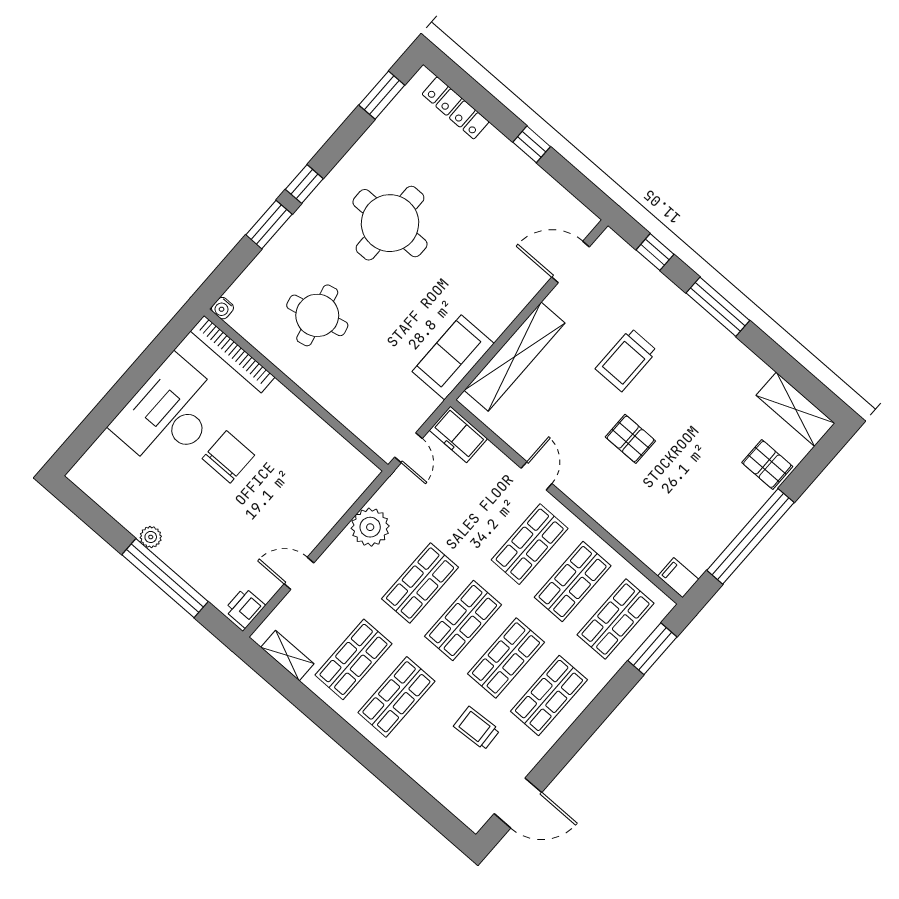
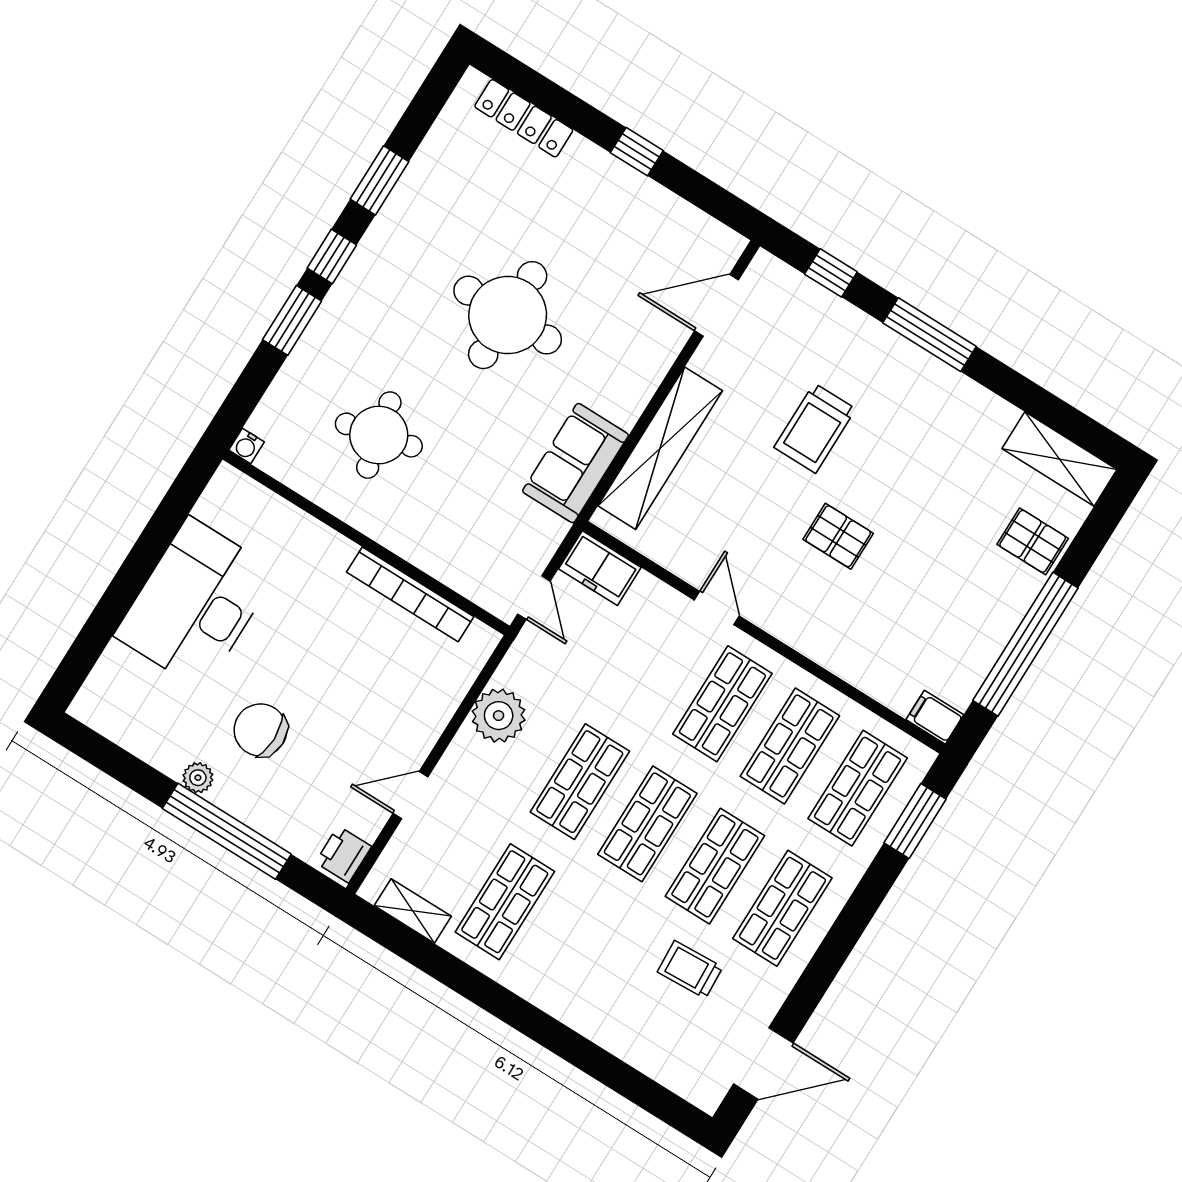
window: (382, 95) -> (379, 180), moved
round table: (390, 223) -> (508, 315), moved
bookcase: (233, 354) -> (410, 594), moved
chair: (228, 457) -> (260, 730), moved, turned -90
shop shelf: (396, 697) -> (572, 944), removed

